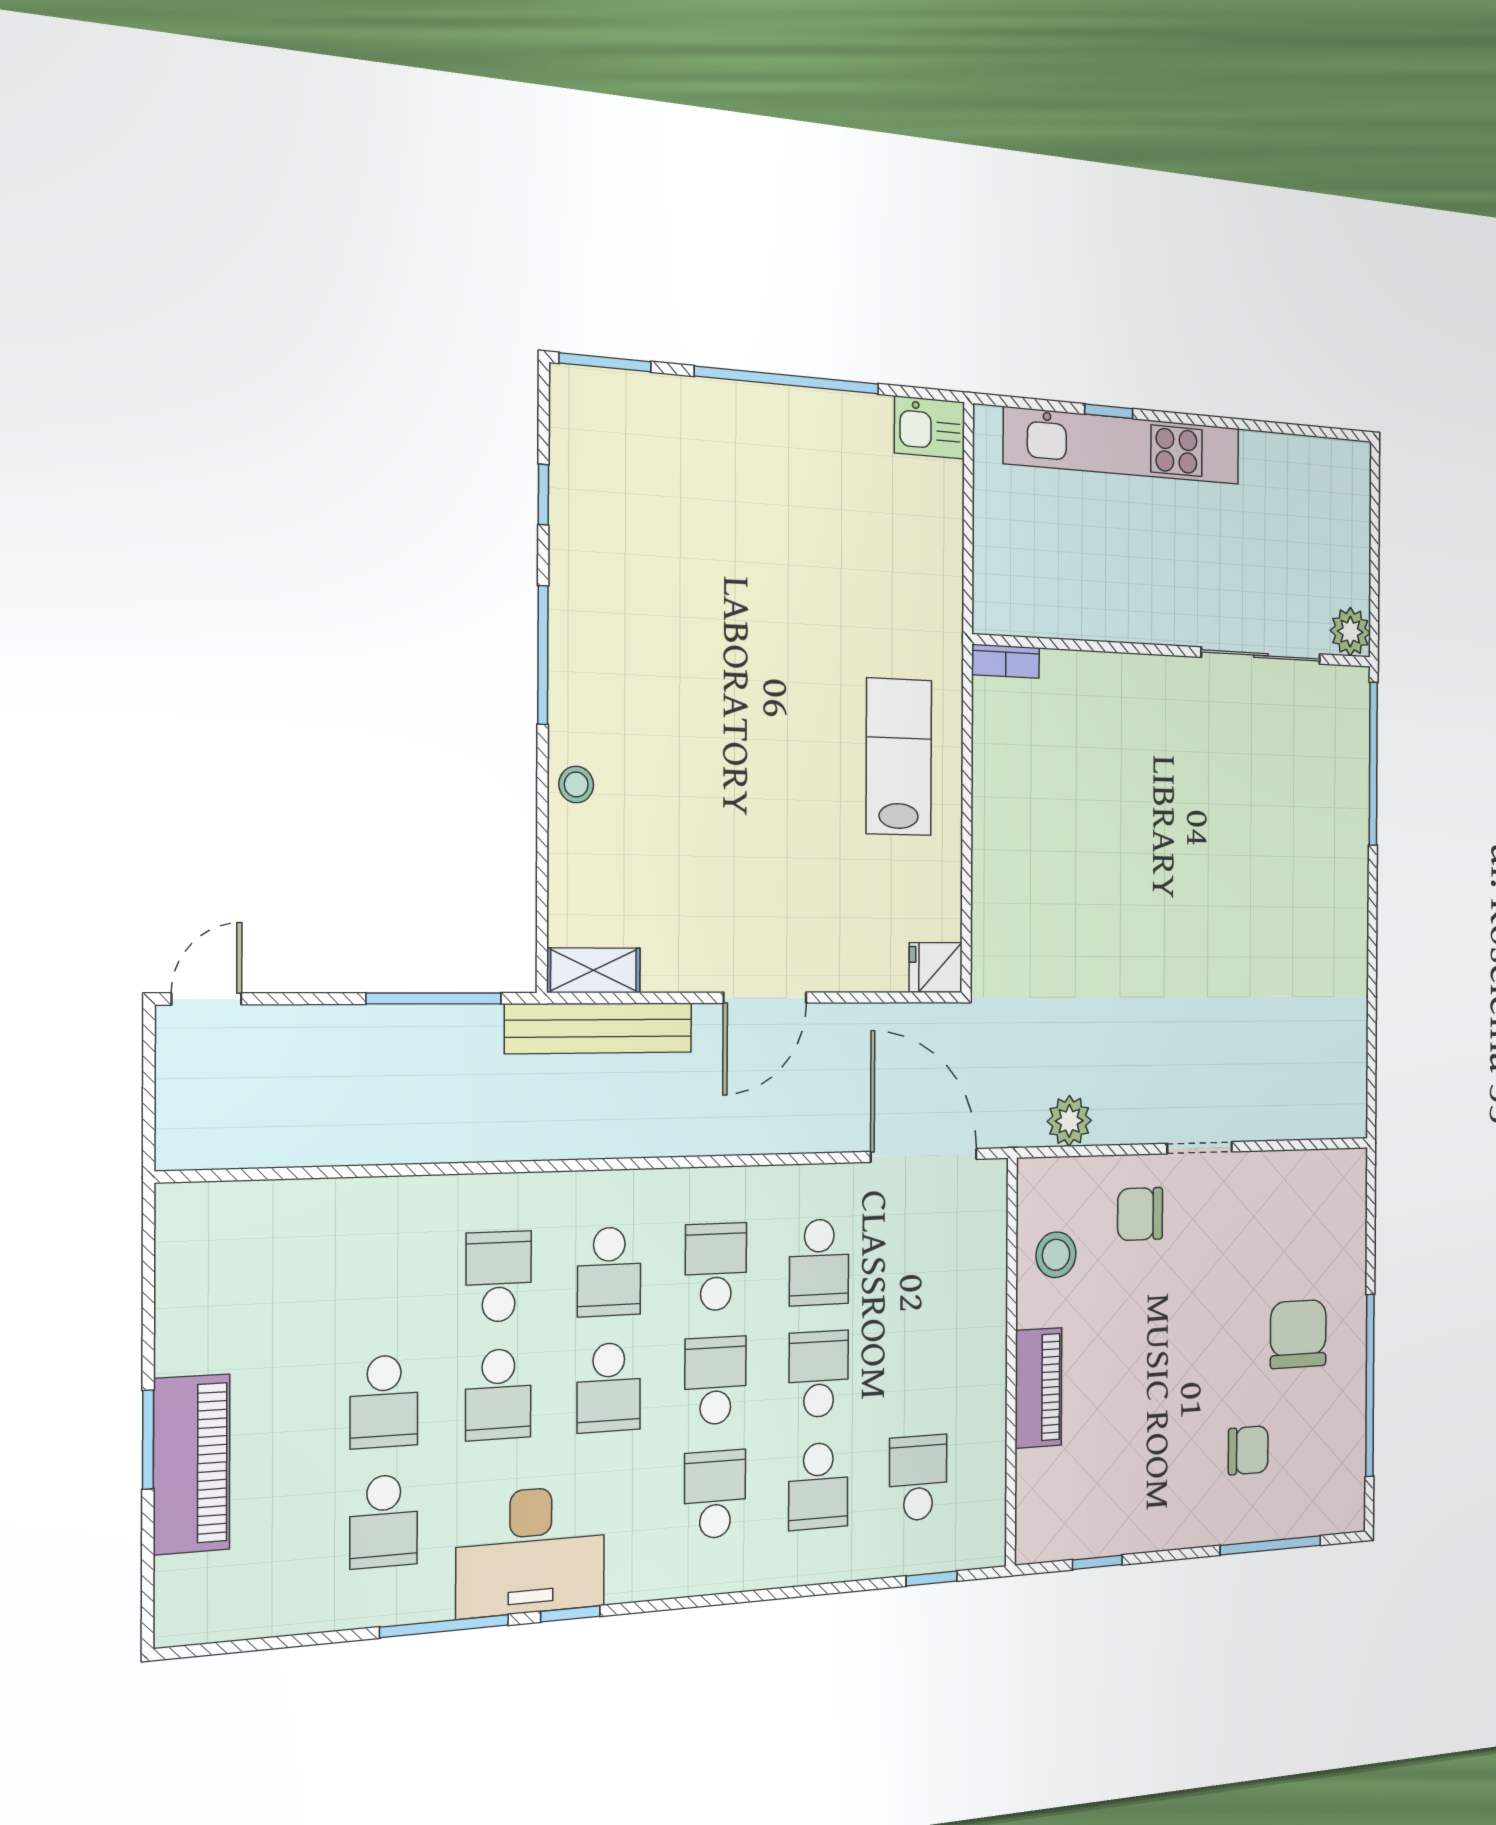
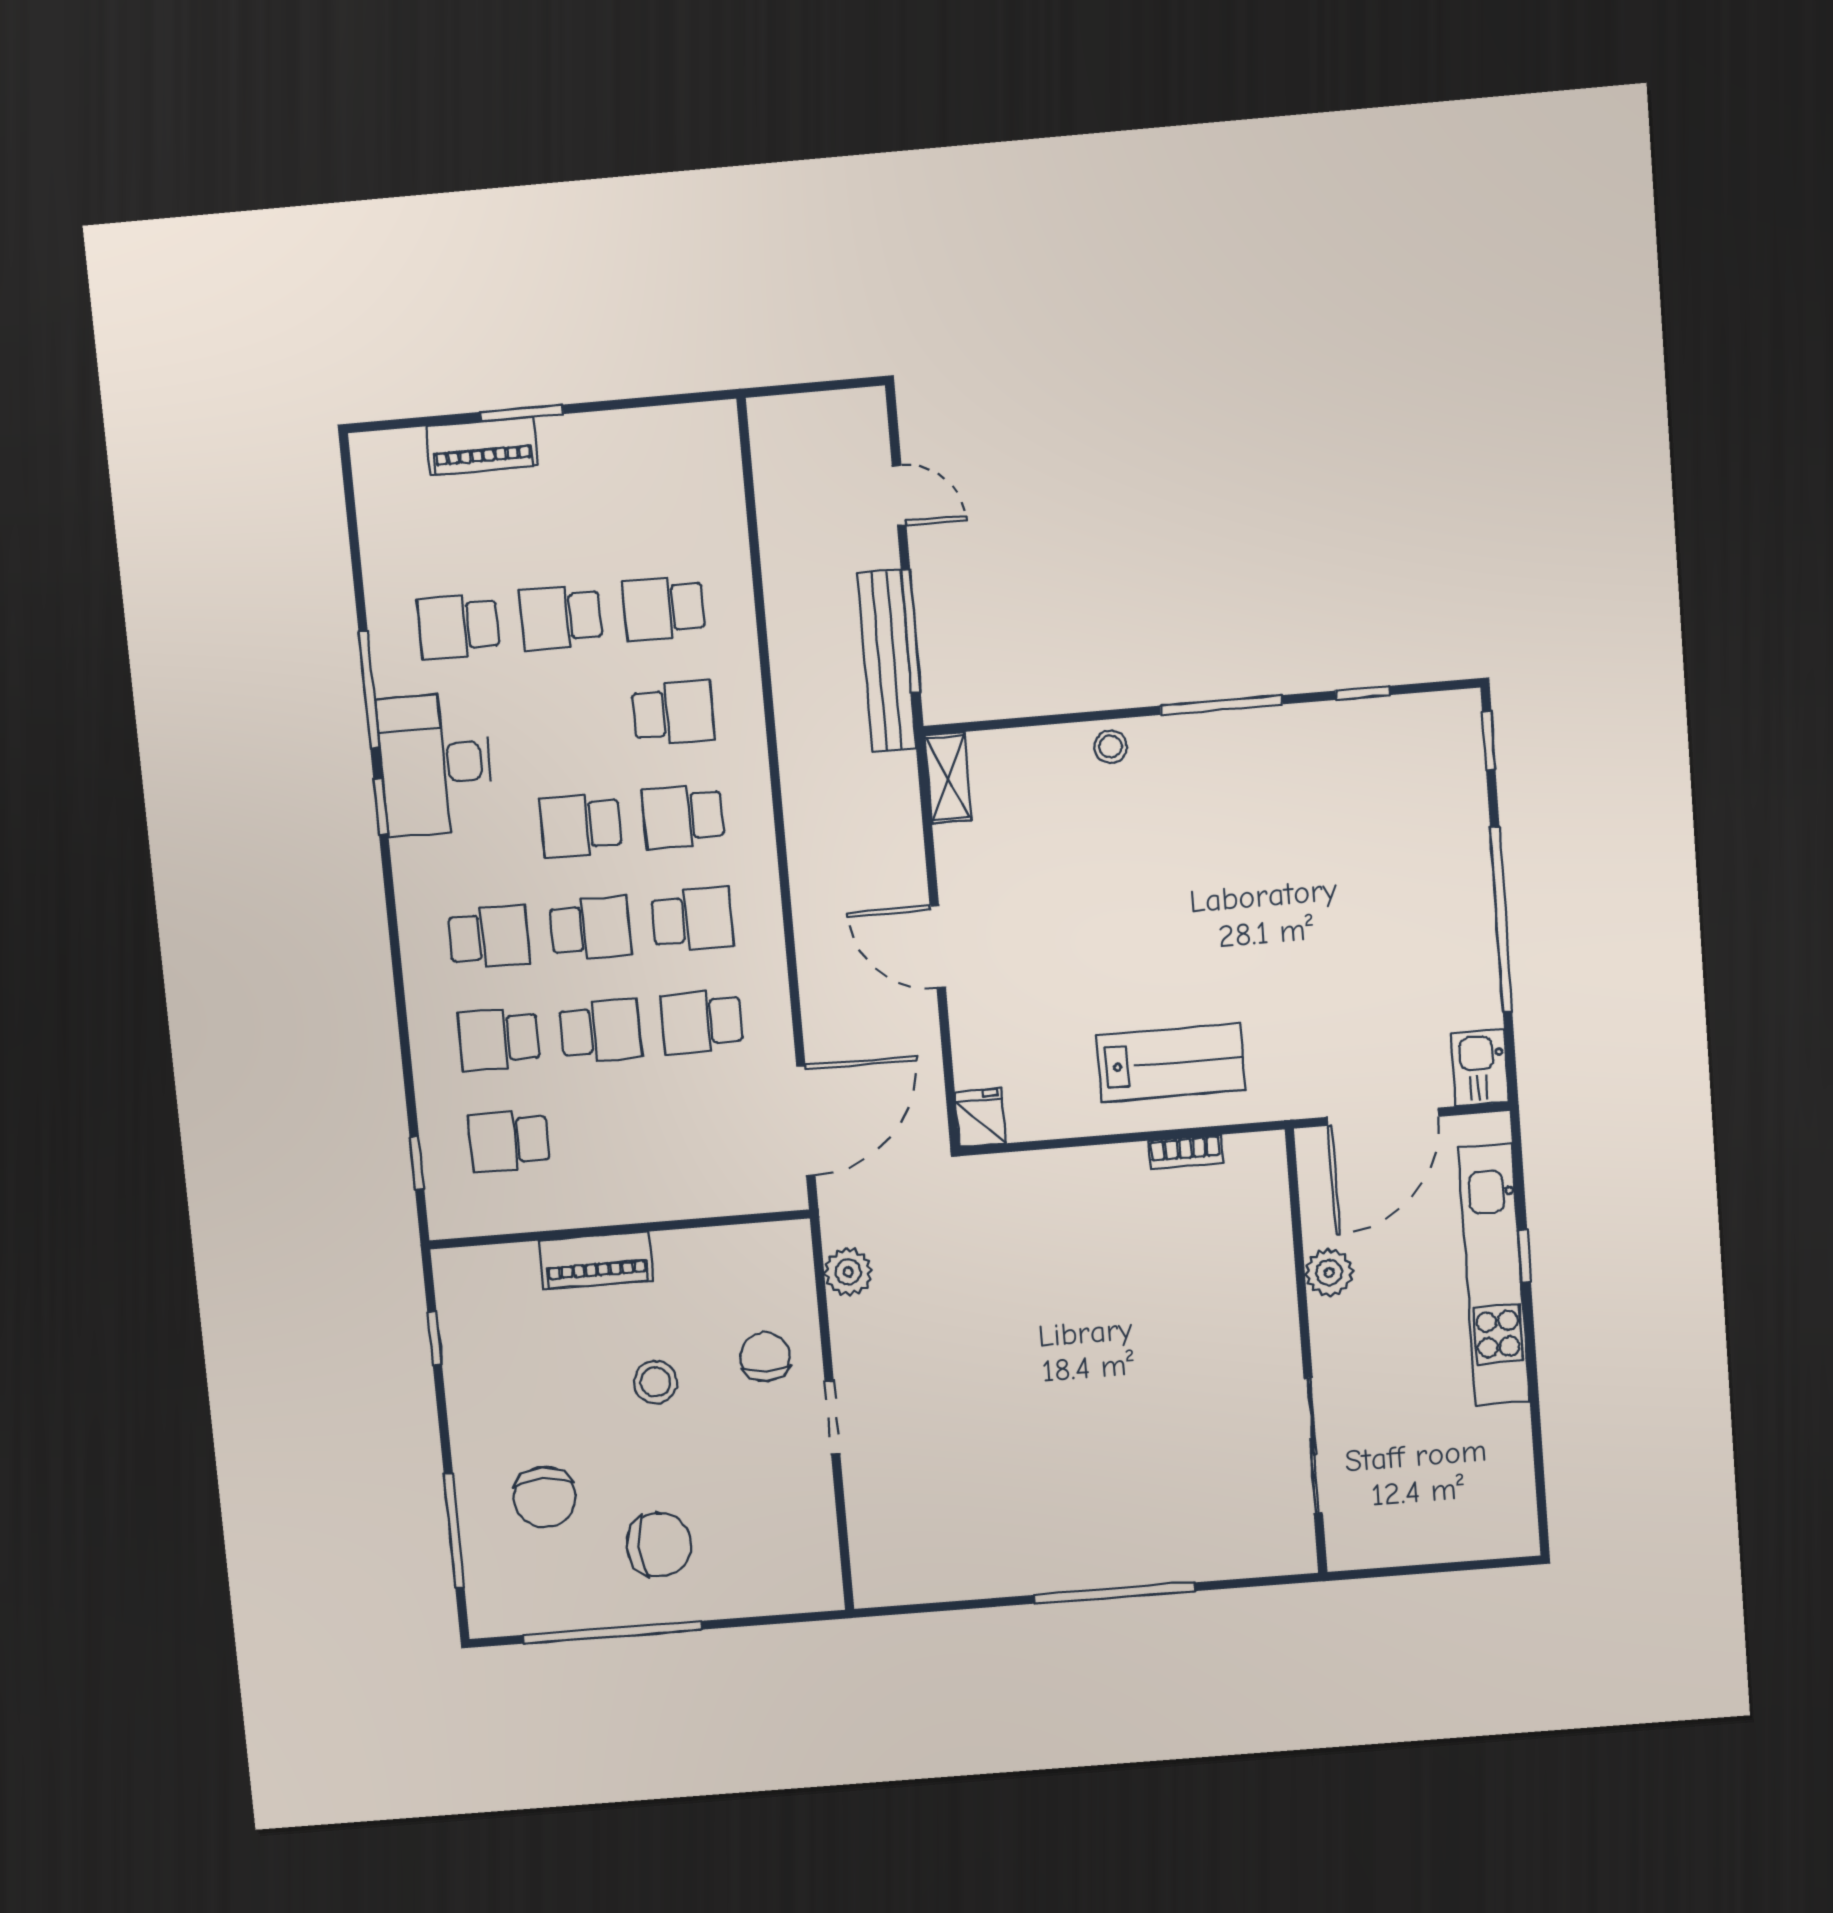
window: (605, 362) -> (1489, 741), width x0.67
door: (968, 538) -> (1383, 1117), added
plant: (1350, 632) -> (1329, 1273), moved
bookcase: (1006, 661) -> (1185, 1152), moved, turned -90
window: (1373, 764) -> (1115, 1593), moved
door: (207, 999) -> (899, 495), moved
bench: (599, 1028) -> (886, 661), moved
stool: (1056, 1255) -> (655, 1382), moved
school desk: (498, 1394) -> (664, 608), moved
chair: (1248, 1450) -> (545, 1497), width x1.37, depth x1.37
piano: (192, 1464) -> (482, 446), width x0.73, depth x0.75
school desk: (918, 1478) -> (509, 1141), turned 180

